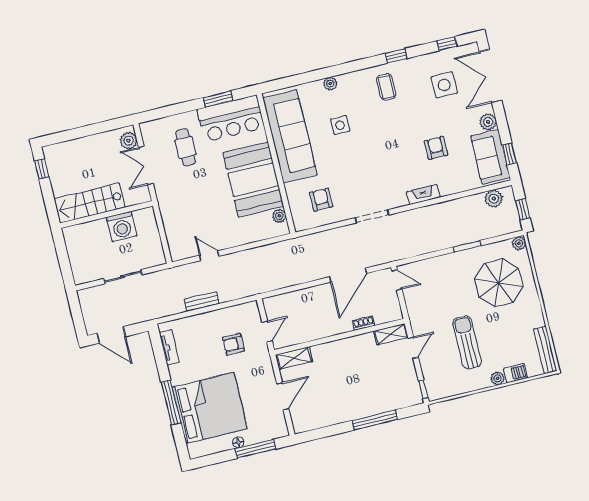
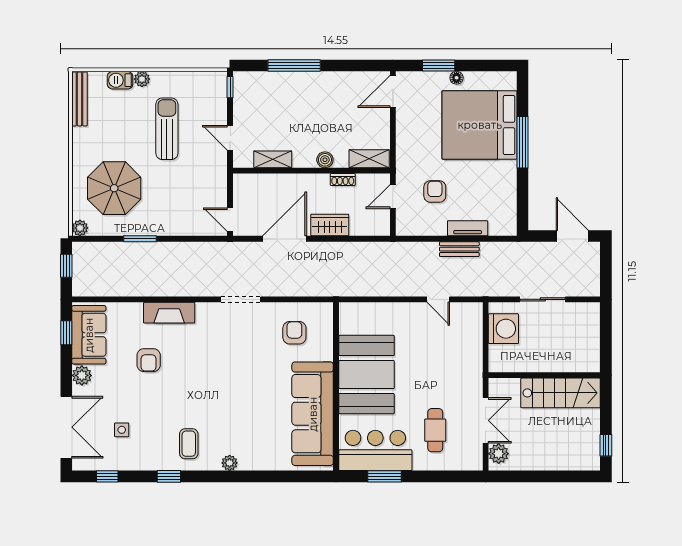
plant: (330, 84) -> (230, 463), moved
side table: (444, 85) -> (122, 430), width x0.54, depth x0.54
side table: (340, 125) -> (252, 413), removed
fireplace: (423, 195) -> (169, 313), width x1.37, depth x1.32
plant: (494, 199) -> (96, 286), removed
armchair: (321, 200) -> (294, 333), turned 180
plant: (279, 216) -> (347, 326), removed
washing machine: (122, 226) -> (503, 329), moved, turned 90
wardrobe: (314, 295) -> (330, 225), added
shoe rack: (364, 323) -> (343, 179), moved
shelving: (391, 334) -> (273, 159), moved
sun lounger: (467, 342) -> (167, 129), turned 180
armchair: (233, 344) -> (435, 192), turned -90
tv unit: (169, 347) -> (468, 228), moved, turned 90
boiler: (330, 348) -> (325, 160), added
door: (413, 348) -> (230, 138), hinge flipped
door: (283, 396) -> (393, 91), moved
window: (255, 449) -> (439, 66), width x0.69

